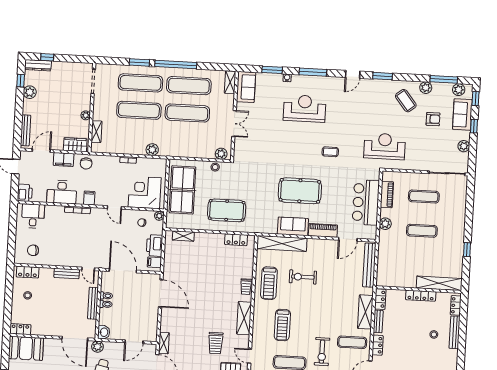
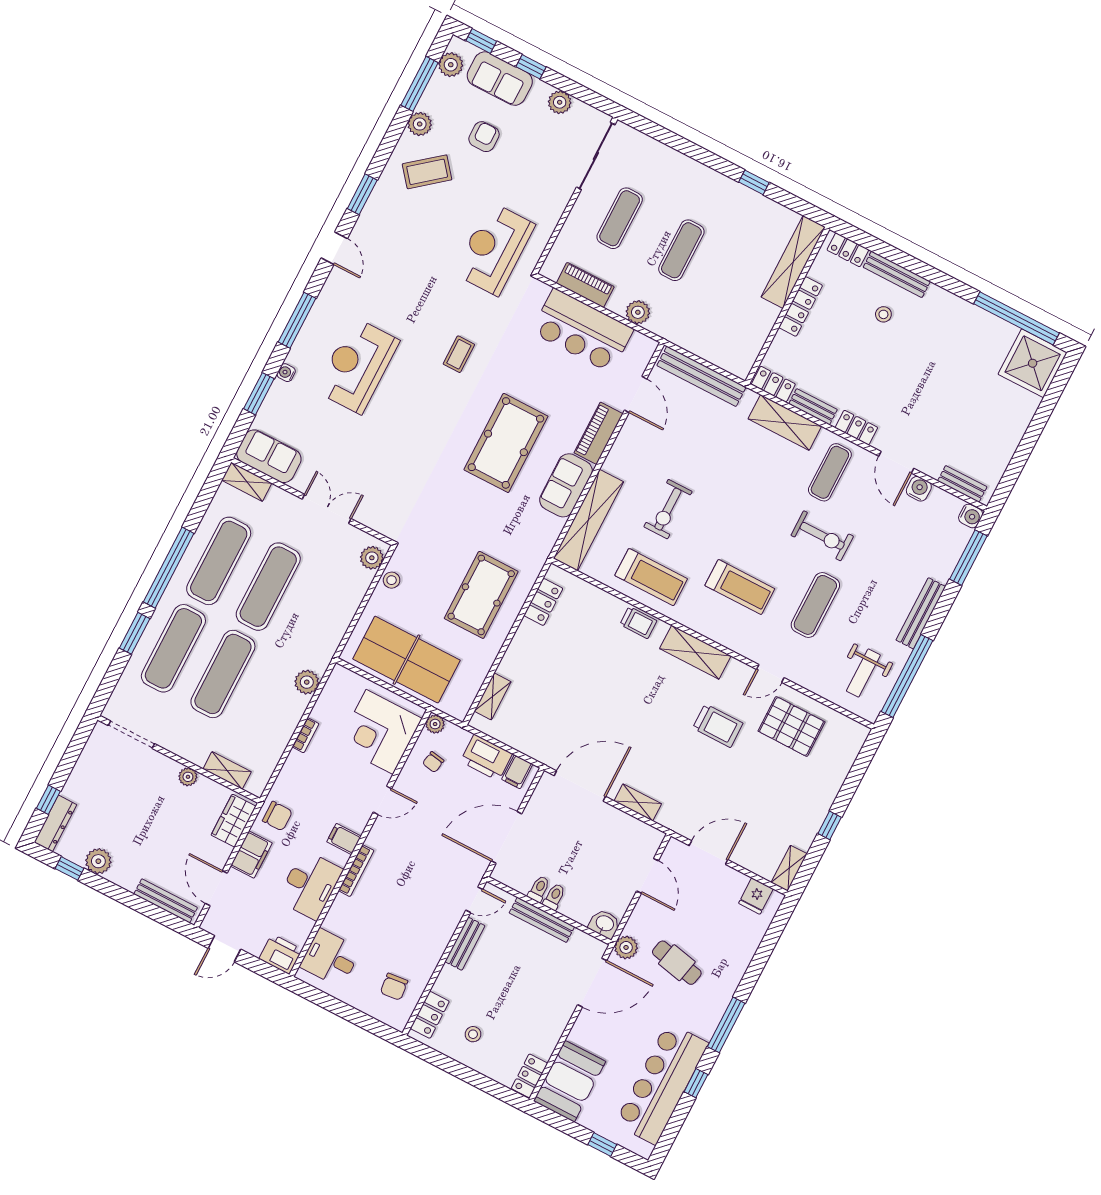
shelving: (164, 343) -> (638, 802), moved

